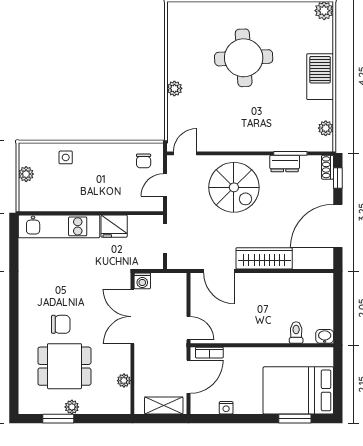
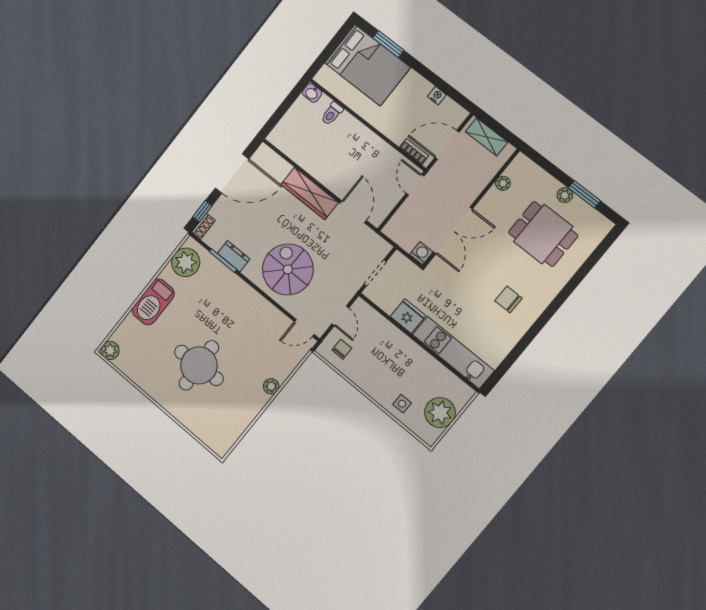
plant: (326, 128) -> (186, 262), width x1.88, depth x1.88
plant: (26, 174) -> (440, 413), width x1.87, depth x1.87
door: (165, 185) -> (340, 316), hinge flipped
chair: (61, 324) -> (508, 300), moved

